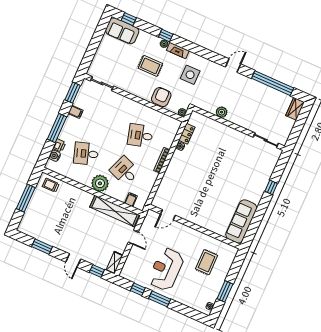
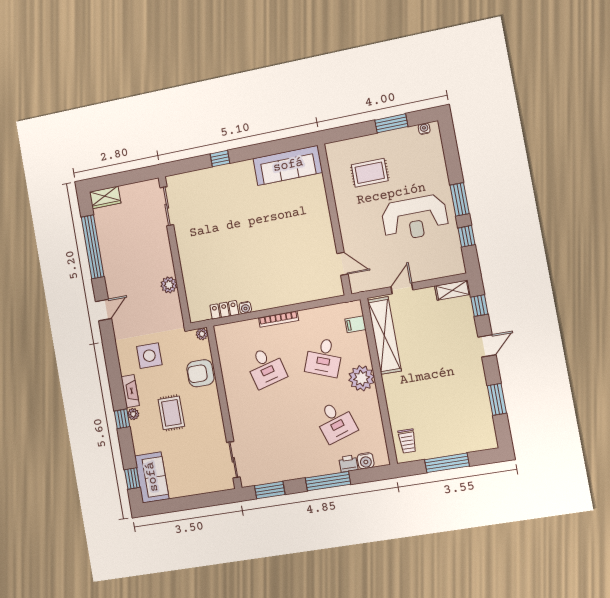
door: (233, 65) -> (103, 310), swing flipped
filing cabinet: (76, 112) -> (291, 470), removed

